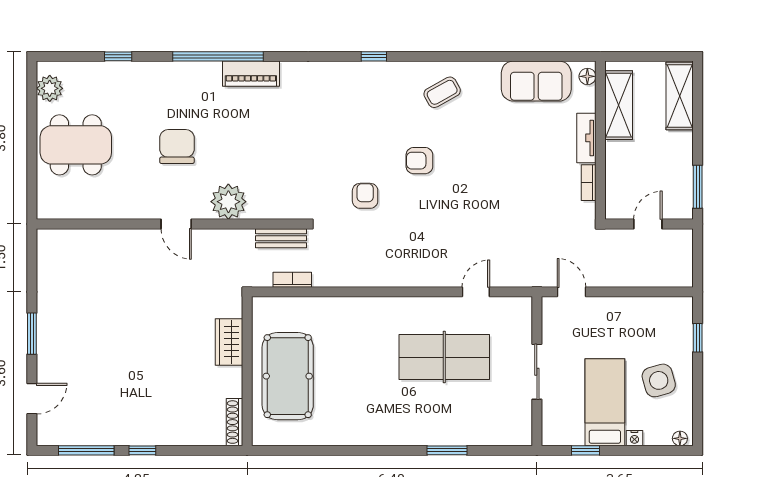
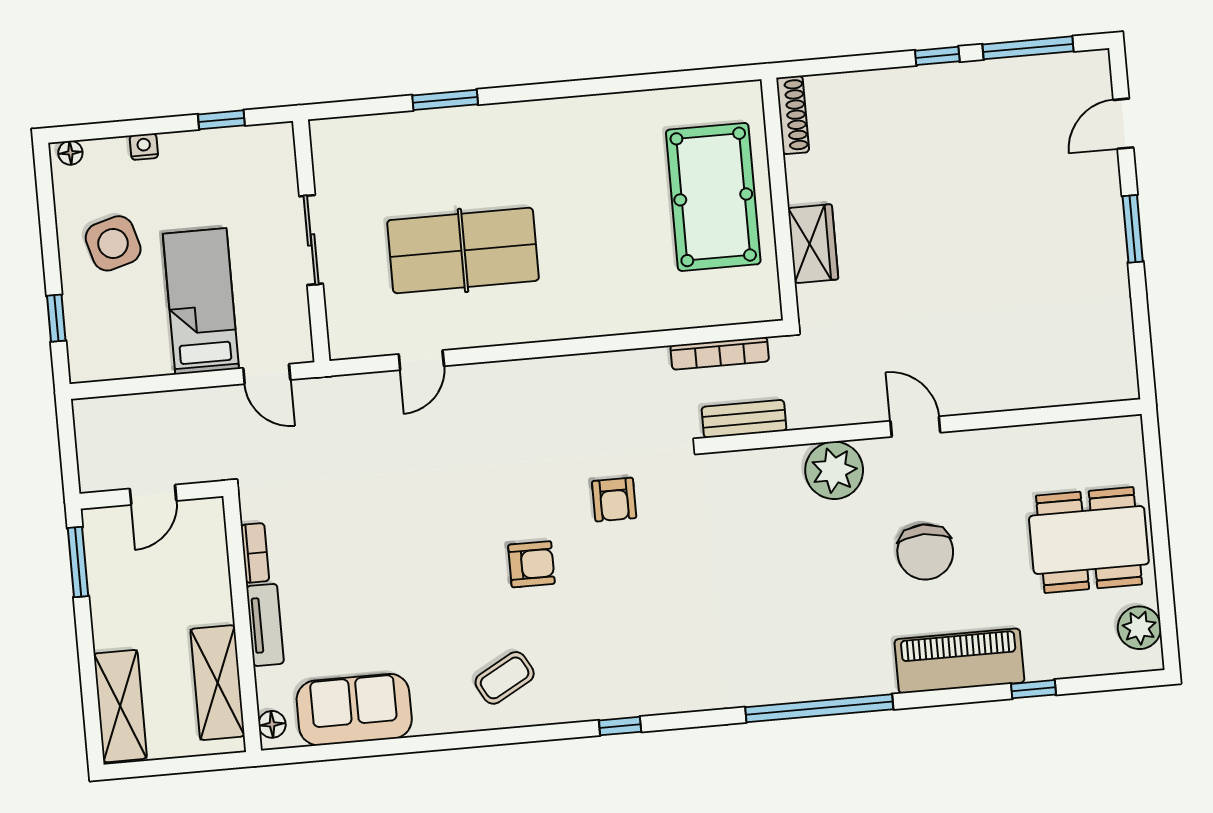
window: (218, 56) -> (819, 708), moved
piano: (251, 74) -> (959, 661), moved, width x1.37, depth x1.33
bookcase: (292, 280) -> (720, 353), width x1.56
bed: (605, 402) -> (201, 301), moved, turned 180

